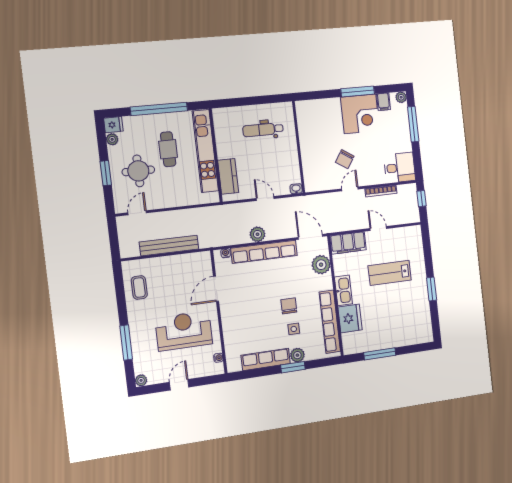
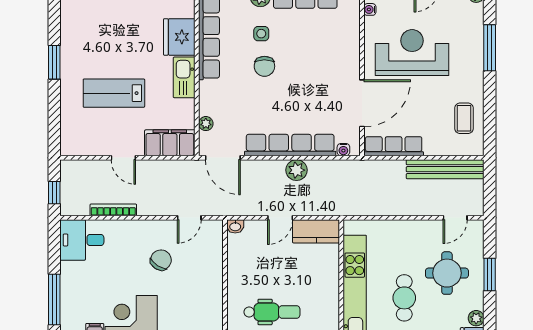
kitchen counter: (228, 176) -> (316, 231), moved, turned -90
door: (350, 189) -> (189, 218), moved
door: (265, 198) -> (280, 218), hinge flipped
bench: (169, 246) -> (445, 169), moved
row of seats: (189, 260) -> (394, 146), added
plant: (321, 265) -> (206, 124), width x0.53, depth x0.53
lab bench: (390, 273) -> (114, 93), turned 180
door: (216, 289) -> (362, 103), width x1.36
reception desk: (184, 331) -> (412, 53), turned 180

